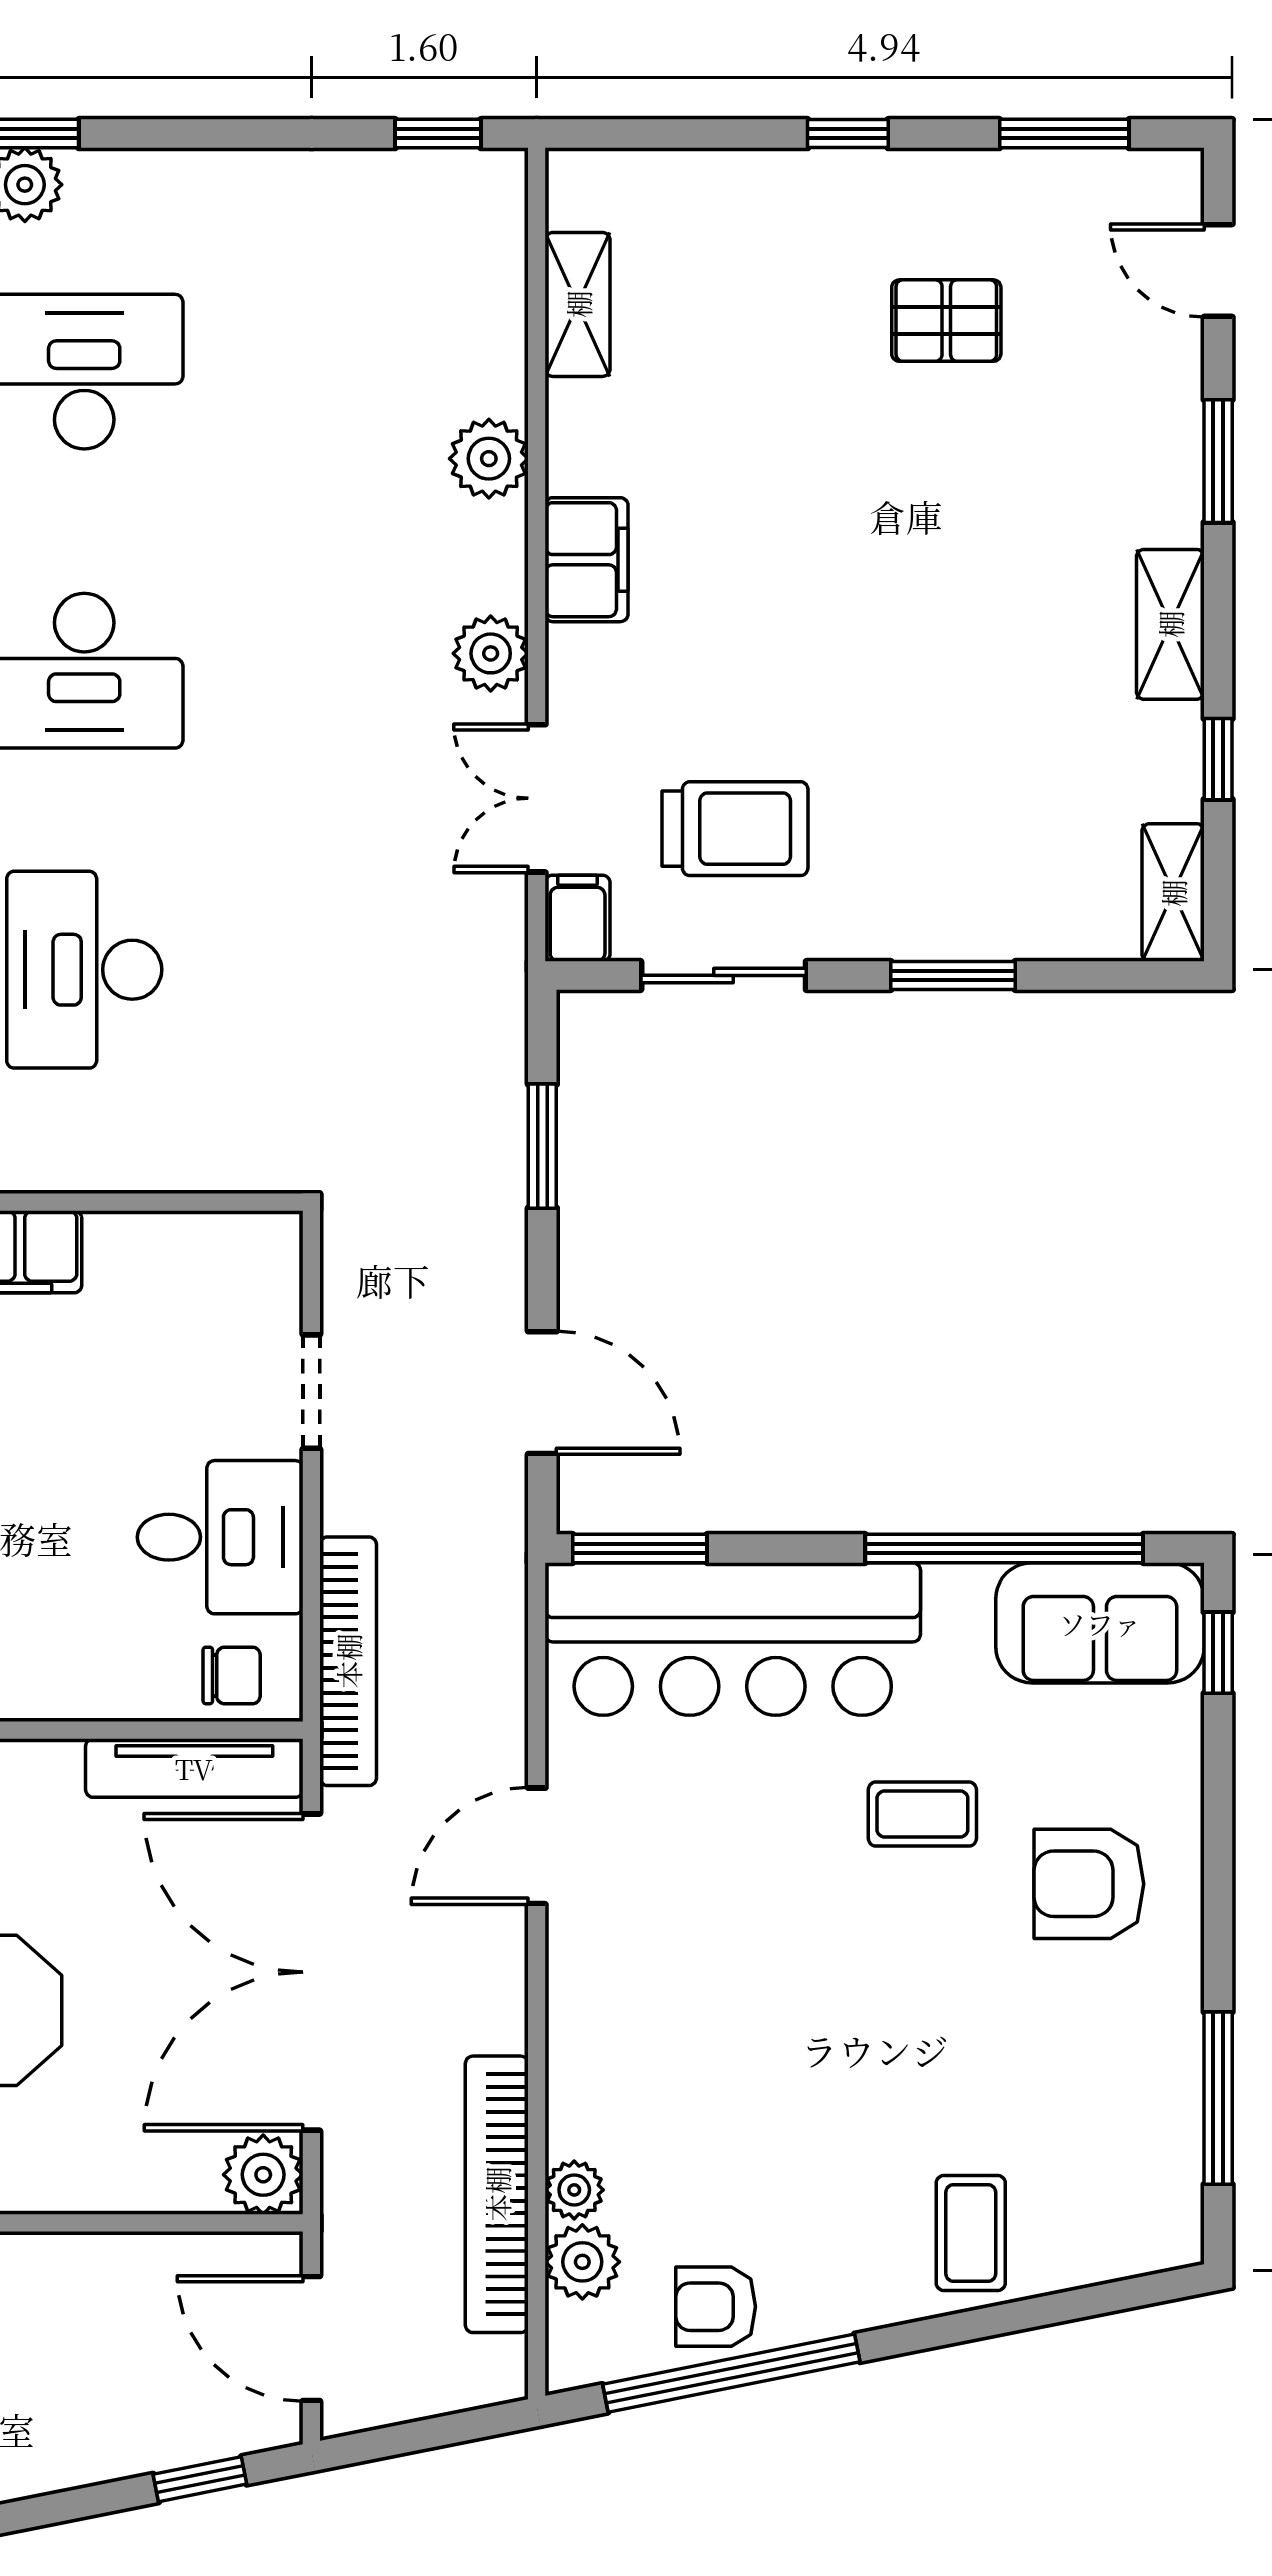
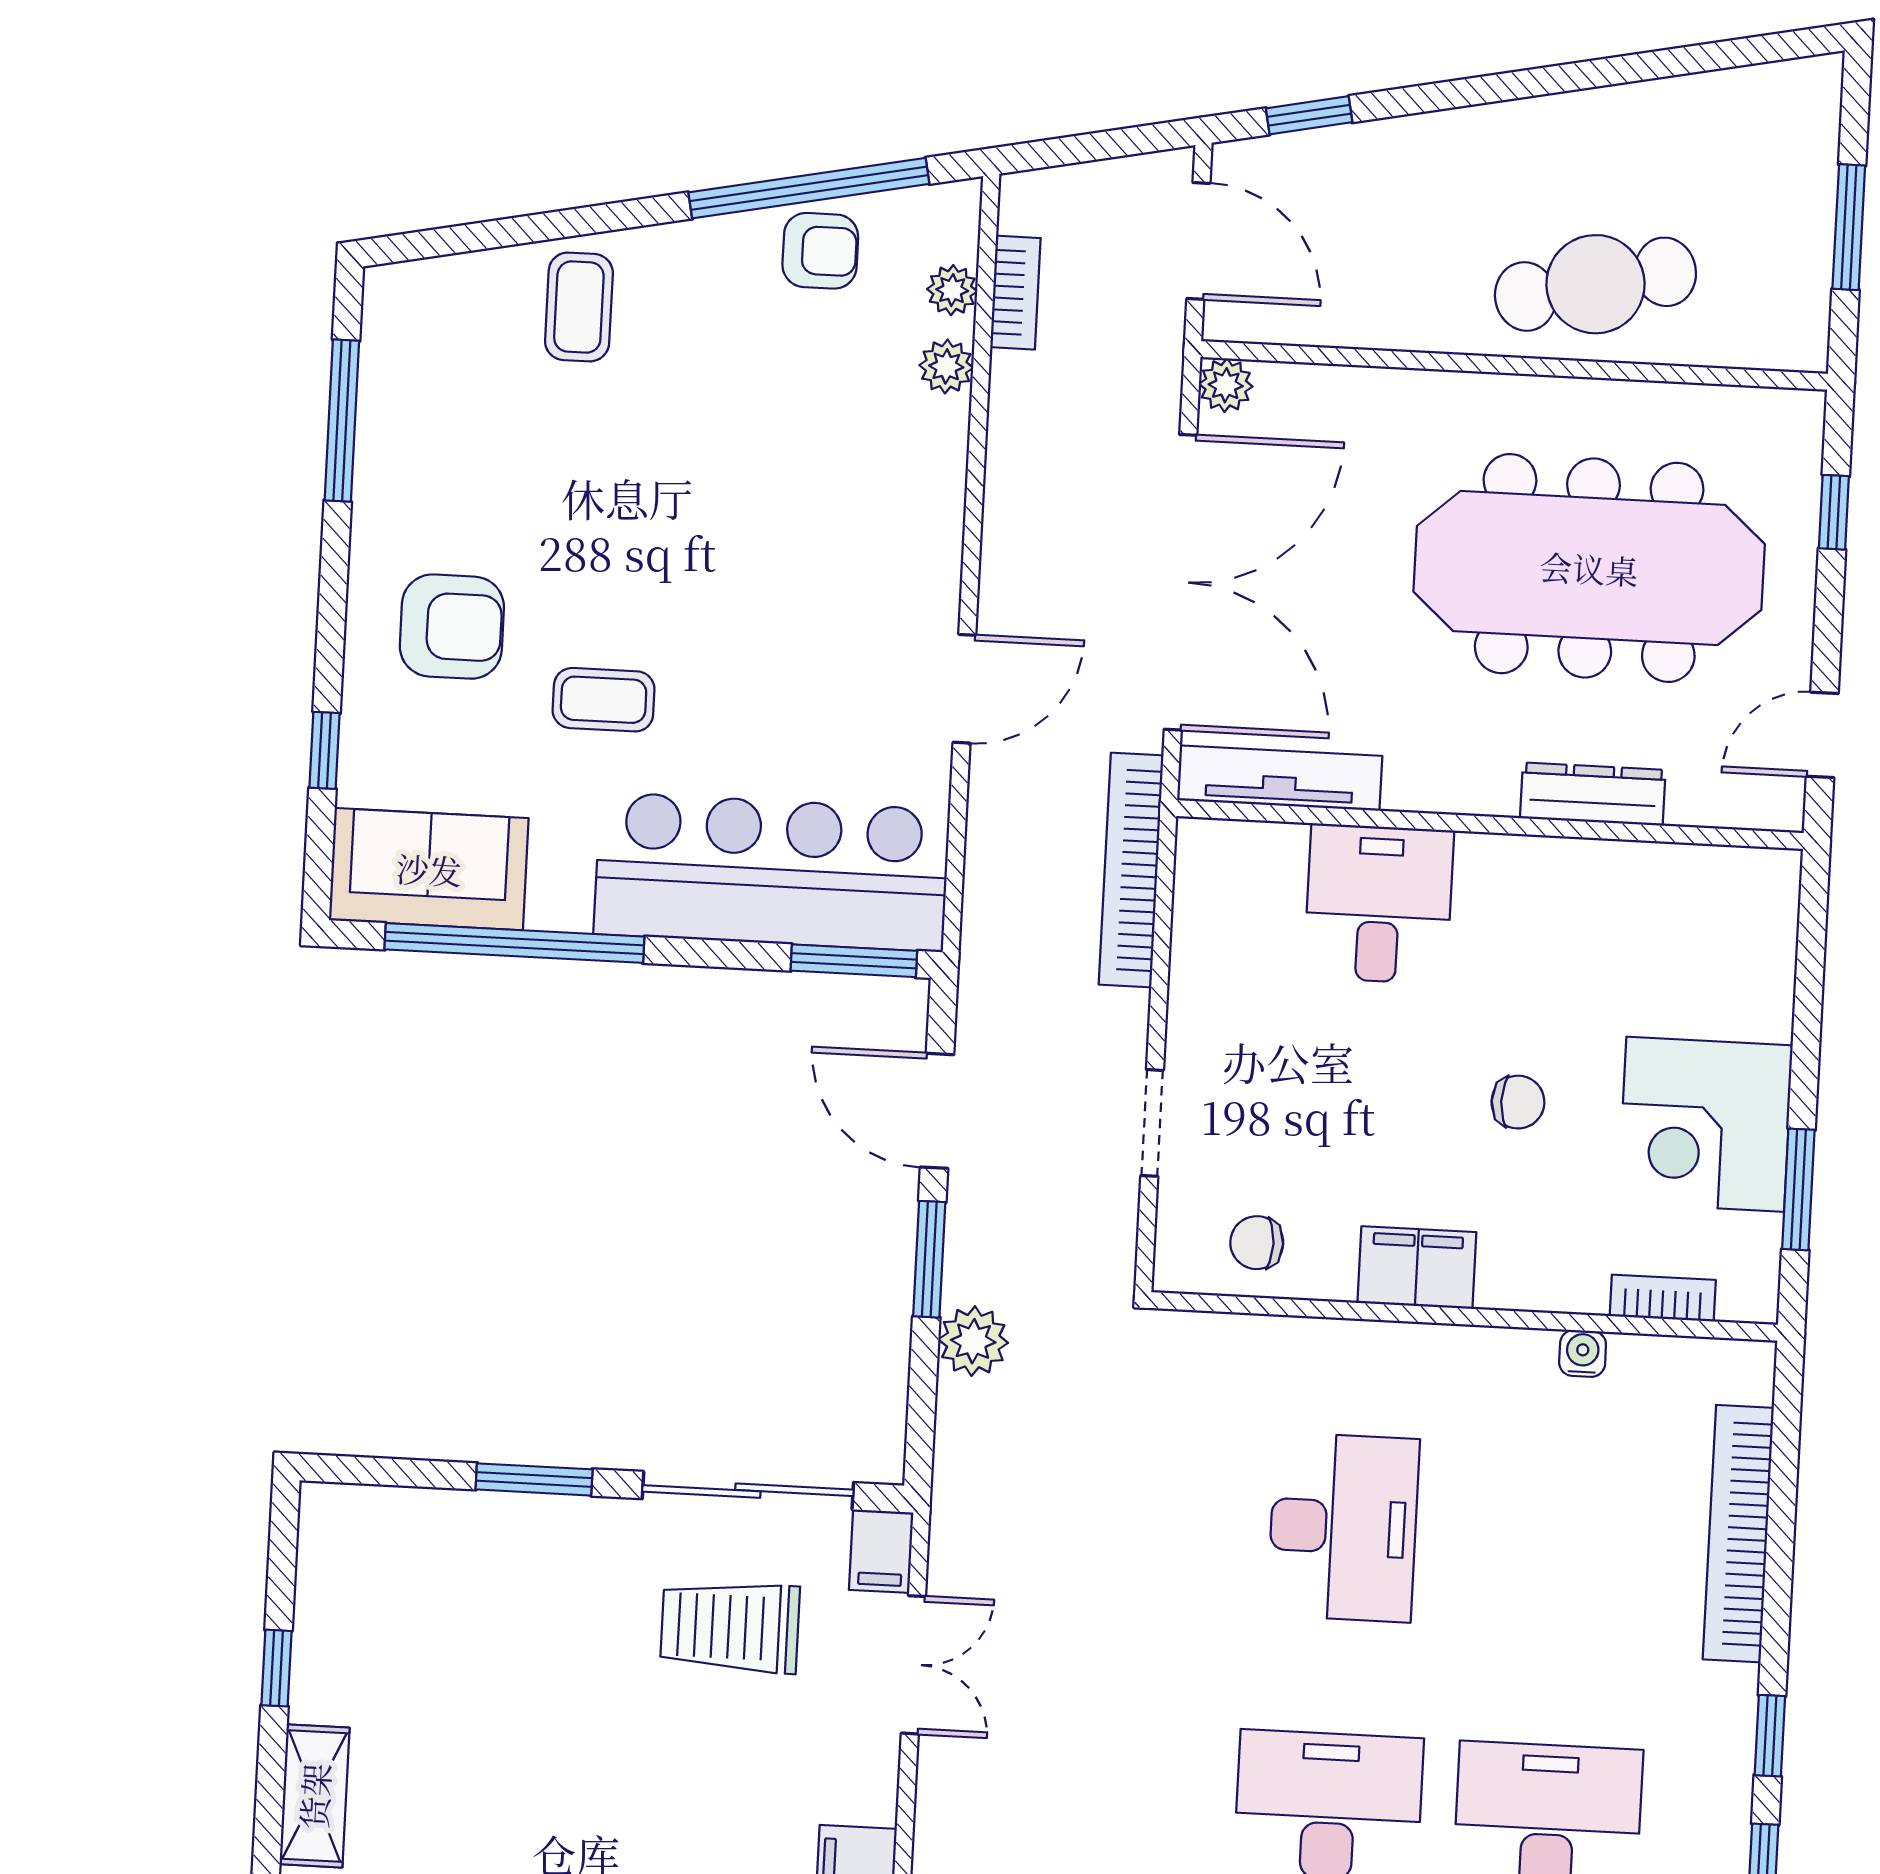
plant: (491, 653) -> (973, 1341), moved
shelving: (1173, 893) -> (325, 1546), removed
sliding door: (724, 975) -> (748, 1491), width x1.37
window: (542, 1146) -> (929, 1259), moved
desk: (220, 1537) -> (1379, 904), moved, turned 90
window: (1218, 1653) -> (325, 750), moved
chair: (232, 1675) -> (1257, 1243), moved
plant: (263, 2175) -> (1226, 385), width x0.73, depth x0.73
bookcase: (497, 2194) -> (1015, 293), width x0.43, depth x0.76
plant: (582, 2262) -> (952, 290), width x0.73, depth x0.73

